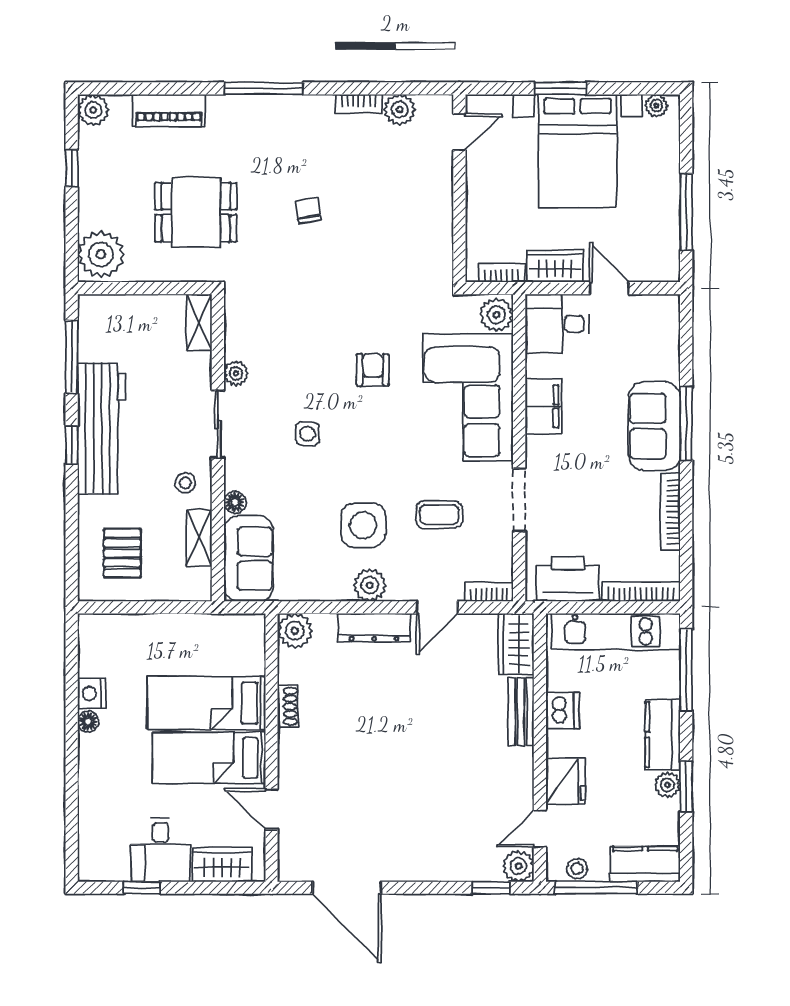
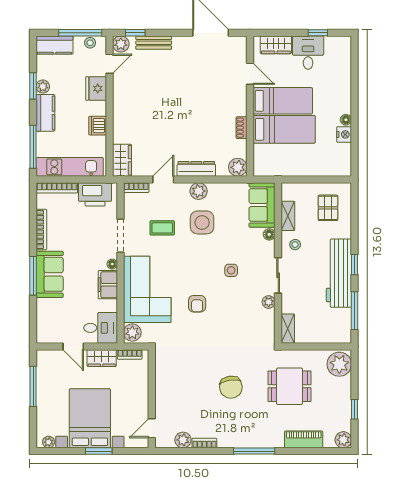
chair: (308, 210) -> (231, 387), width x1.87, depth x1.87
floor lamp: (535, 446) -> (112, 264), added
bench: (521, 711) -> (154, 43), moved, turned 90

